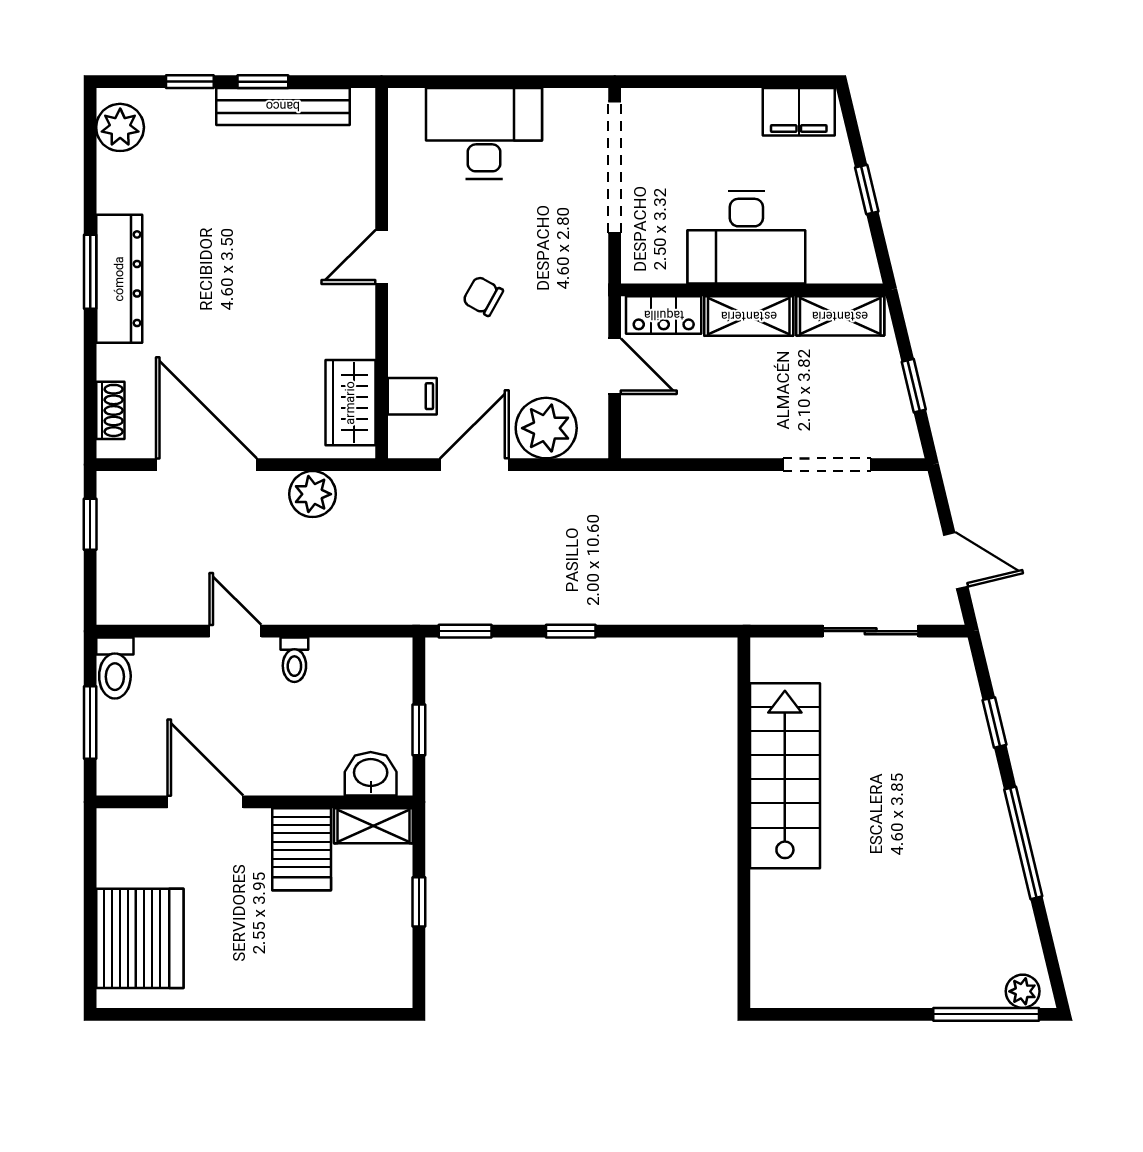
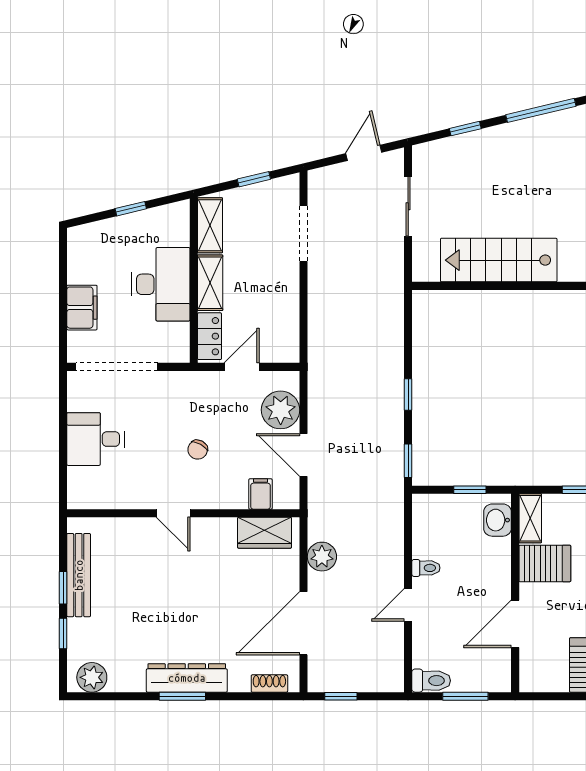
filing cabinet: (799, 112) -> (82, 308), moved
desk: (484, 133) -> (95, 439), width x0.73

